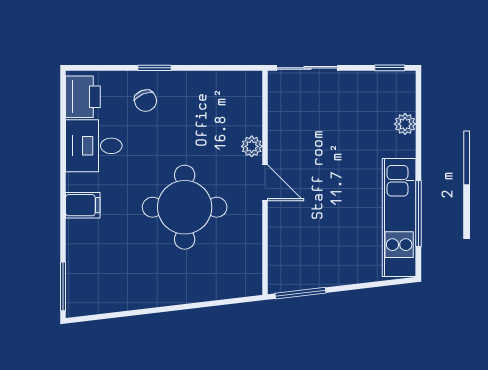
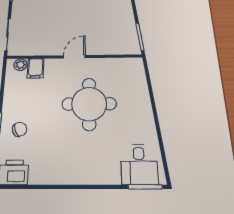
desk: (94, 146) -> (139, 164), moved
plant: (252, 146) -> (20, 65), moved
filing cabinet: (83, 205) -> (36, 68), moved, turned 180

